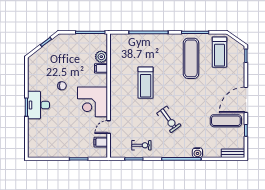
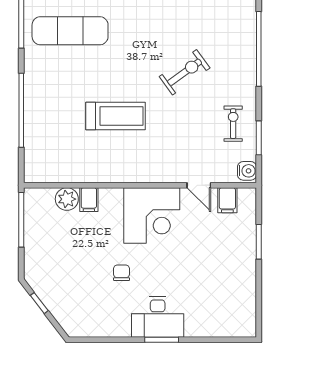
water cooler: (197, 153) -> (247, 171), moved

